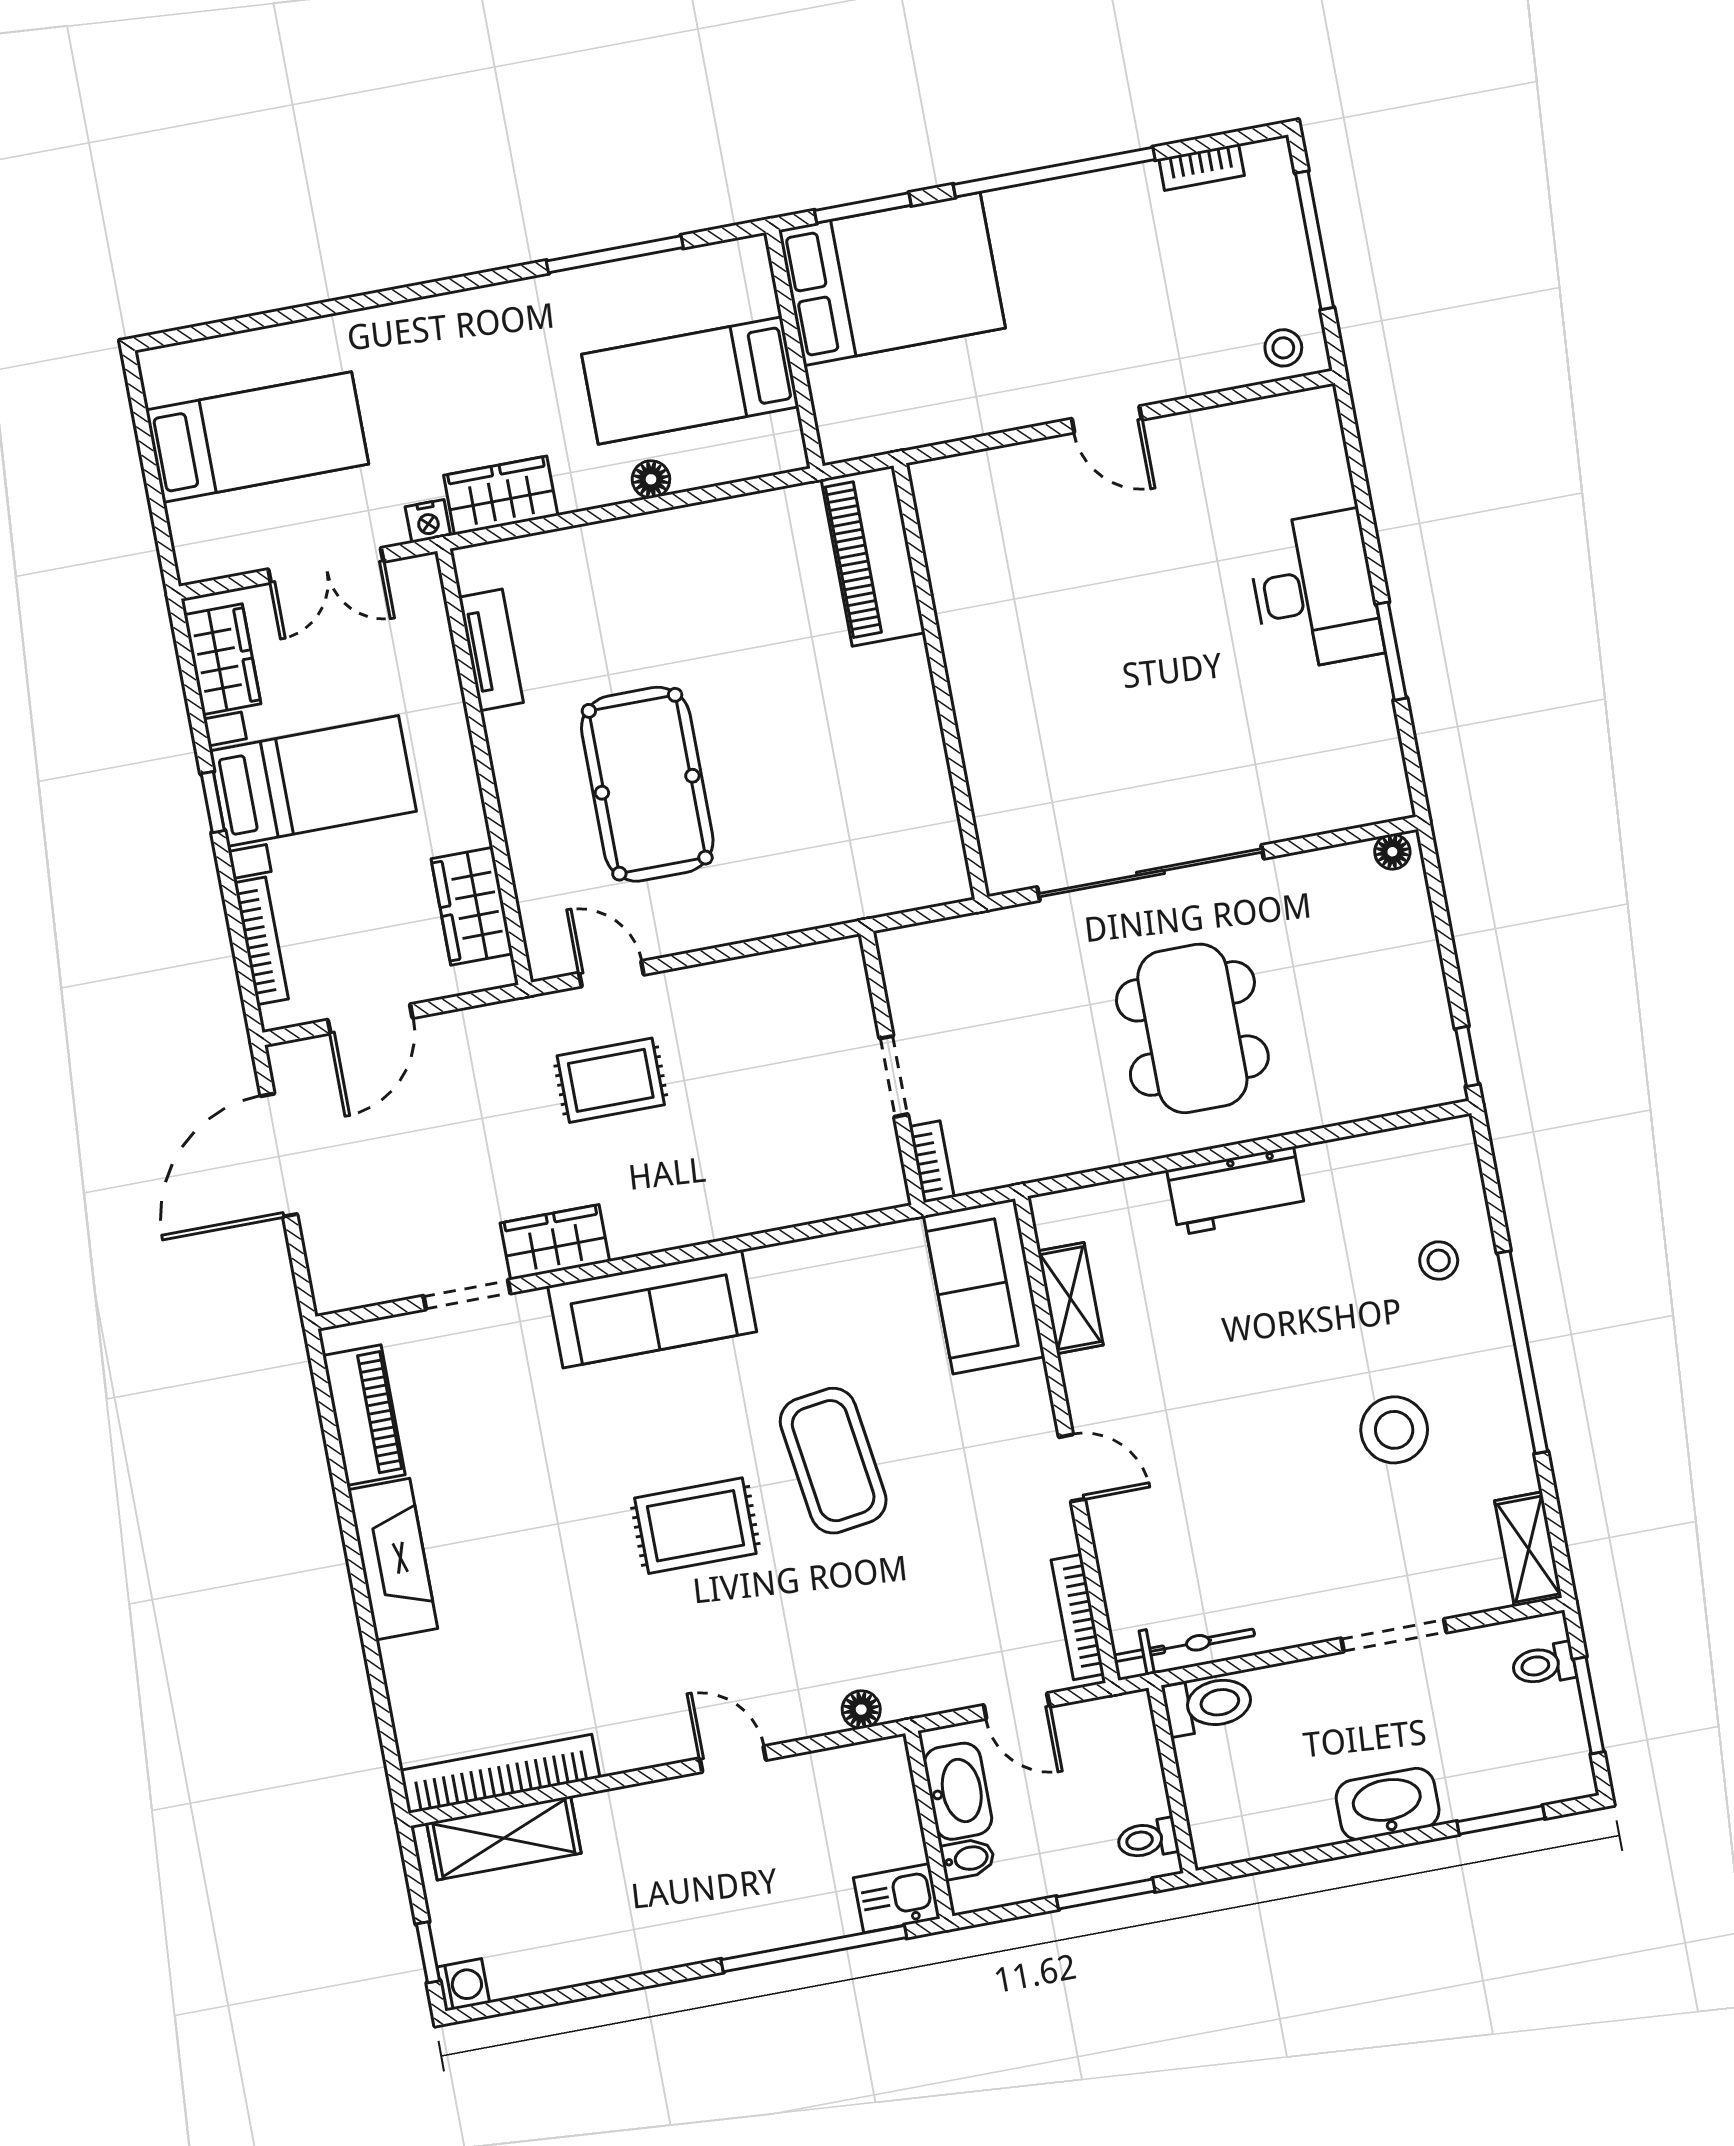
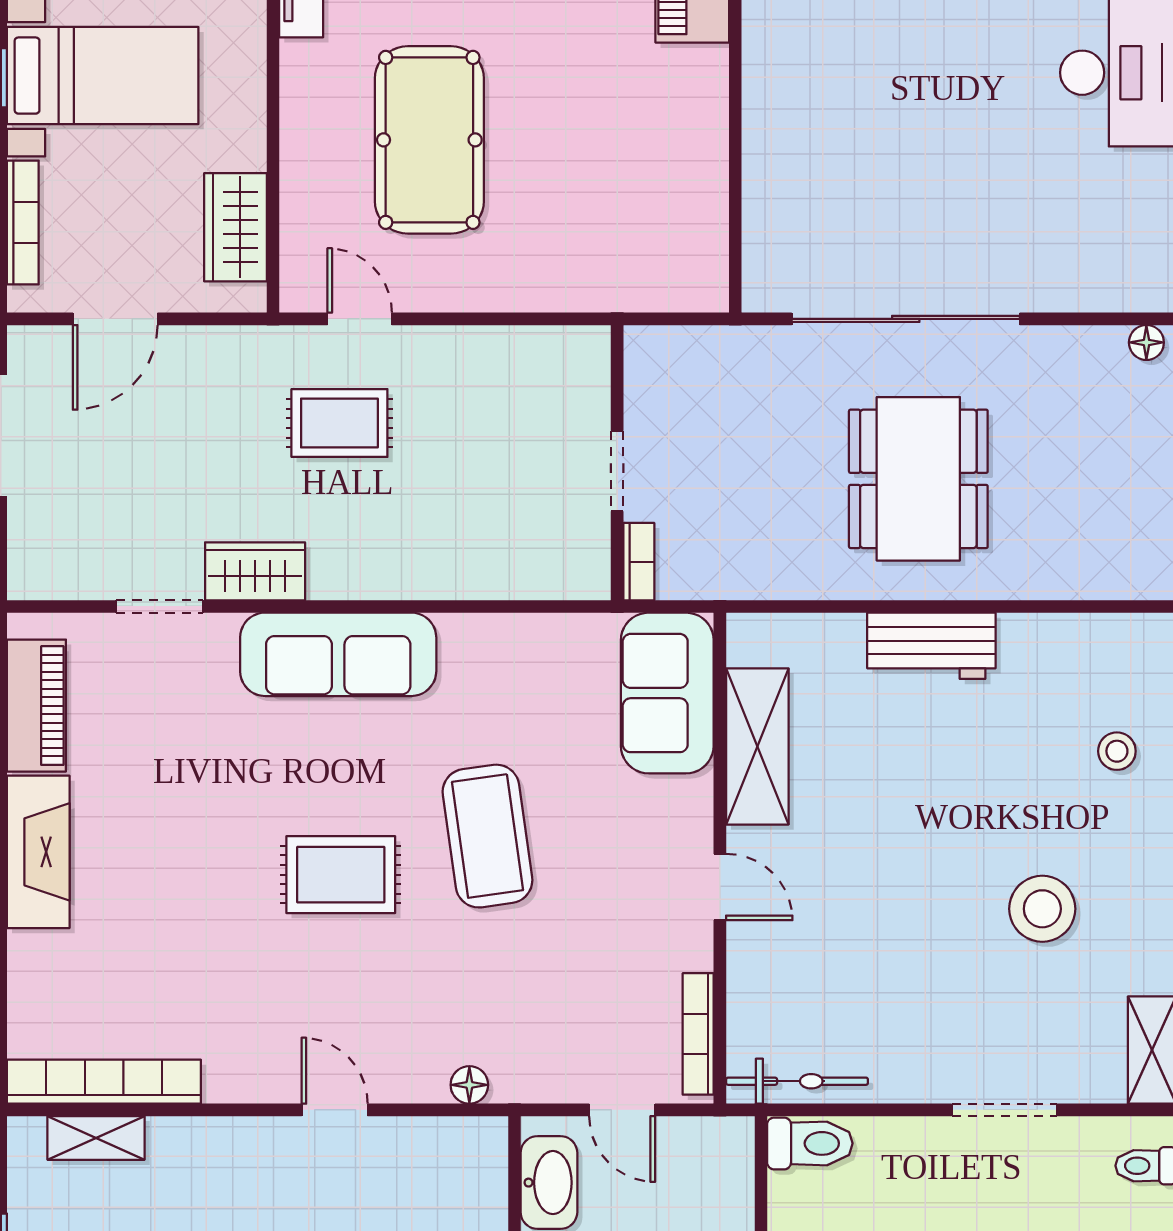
shelving: (1070, 1298) -> (757, 746), width x1.50, depth x1.33
shelving: (504, 1838) -> (96, 1138), width x0.67, depth x0.75

